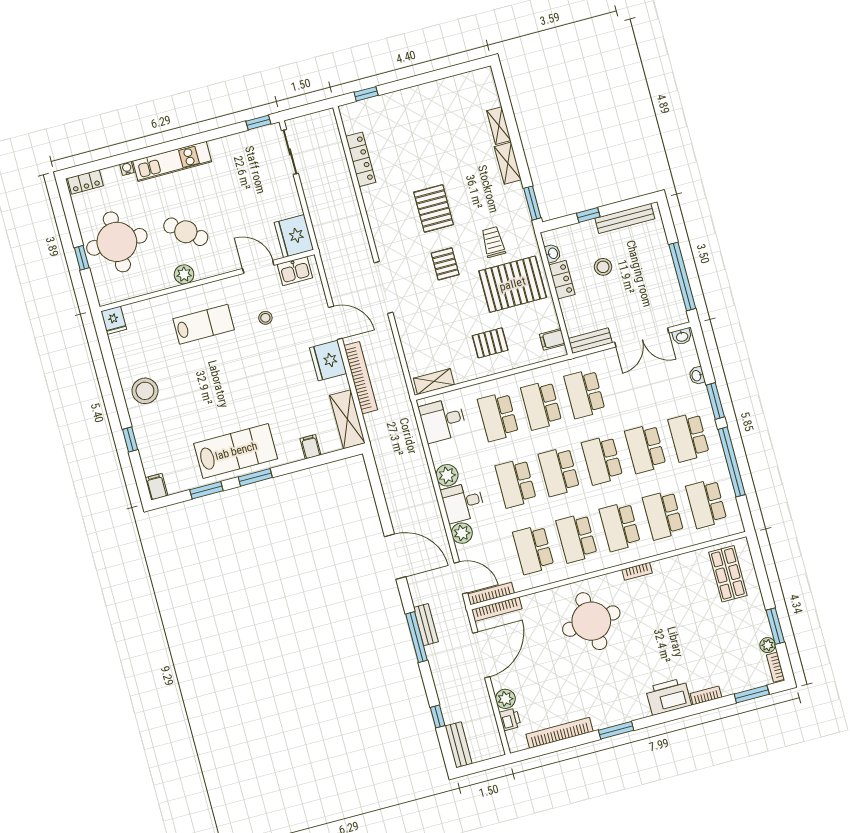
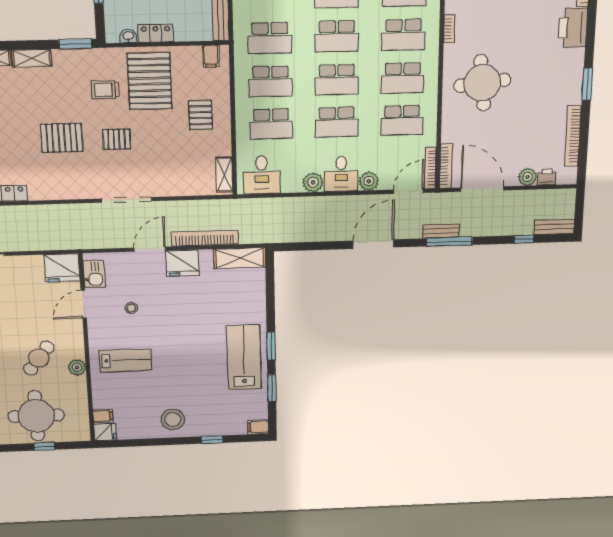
lab bench: (204, 324) -> (125, 360), turned 90
filing cabinet: (310, 447) -> (103, 416), moved, turned 180

